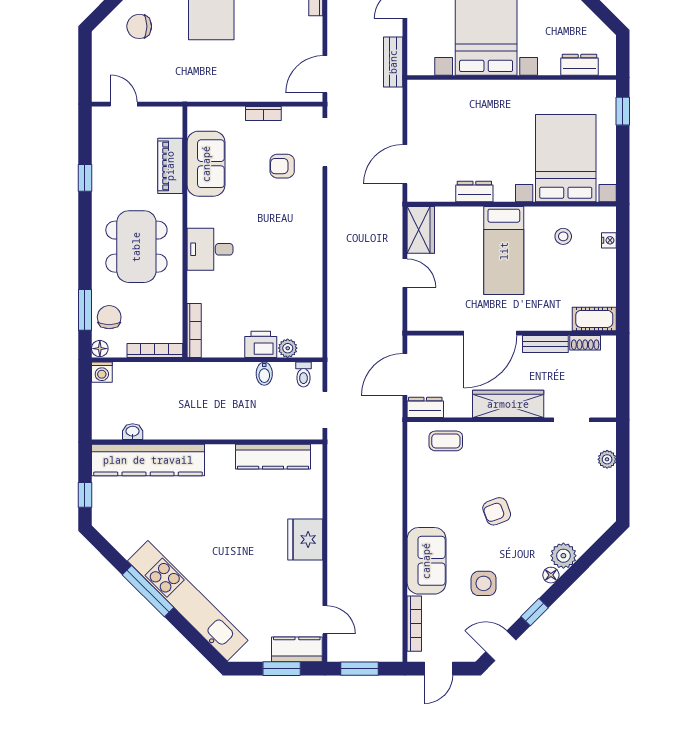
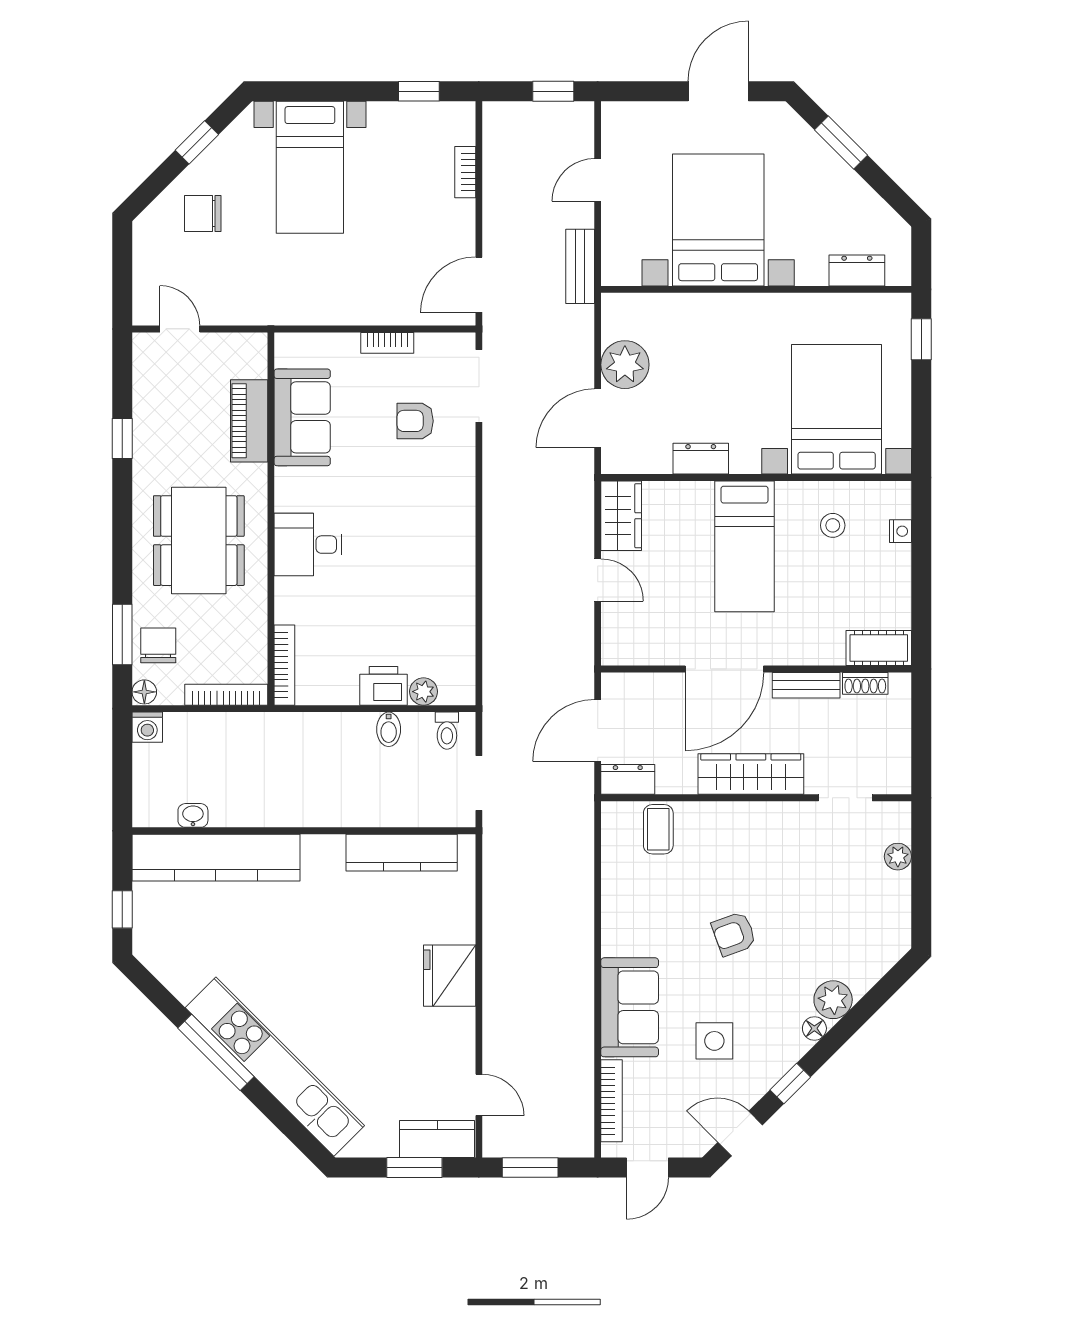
plant: (423, 128) -> (625, 365), added
coffee table: (446, 441) -> (658, 829), turned 90

